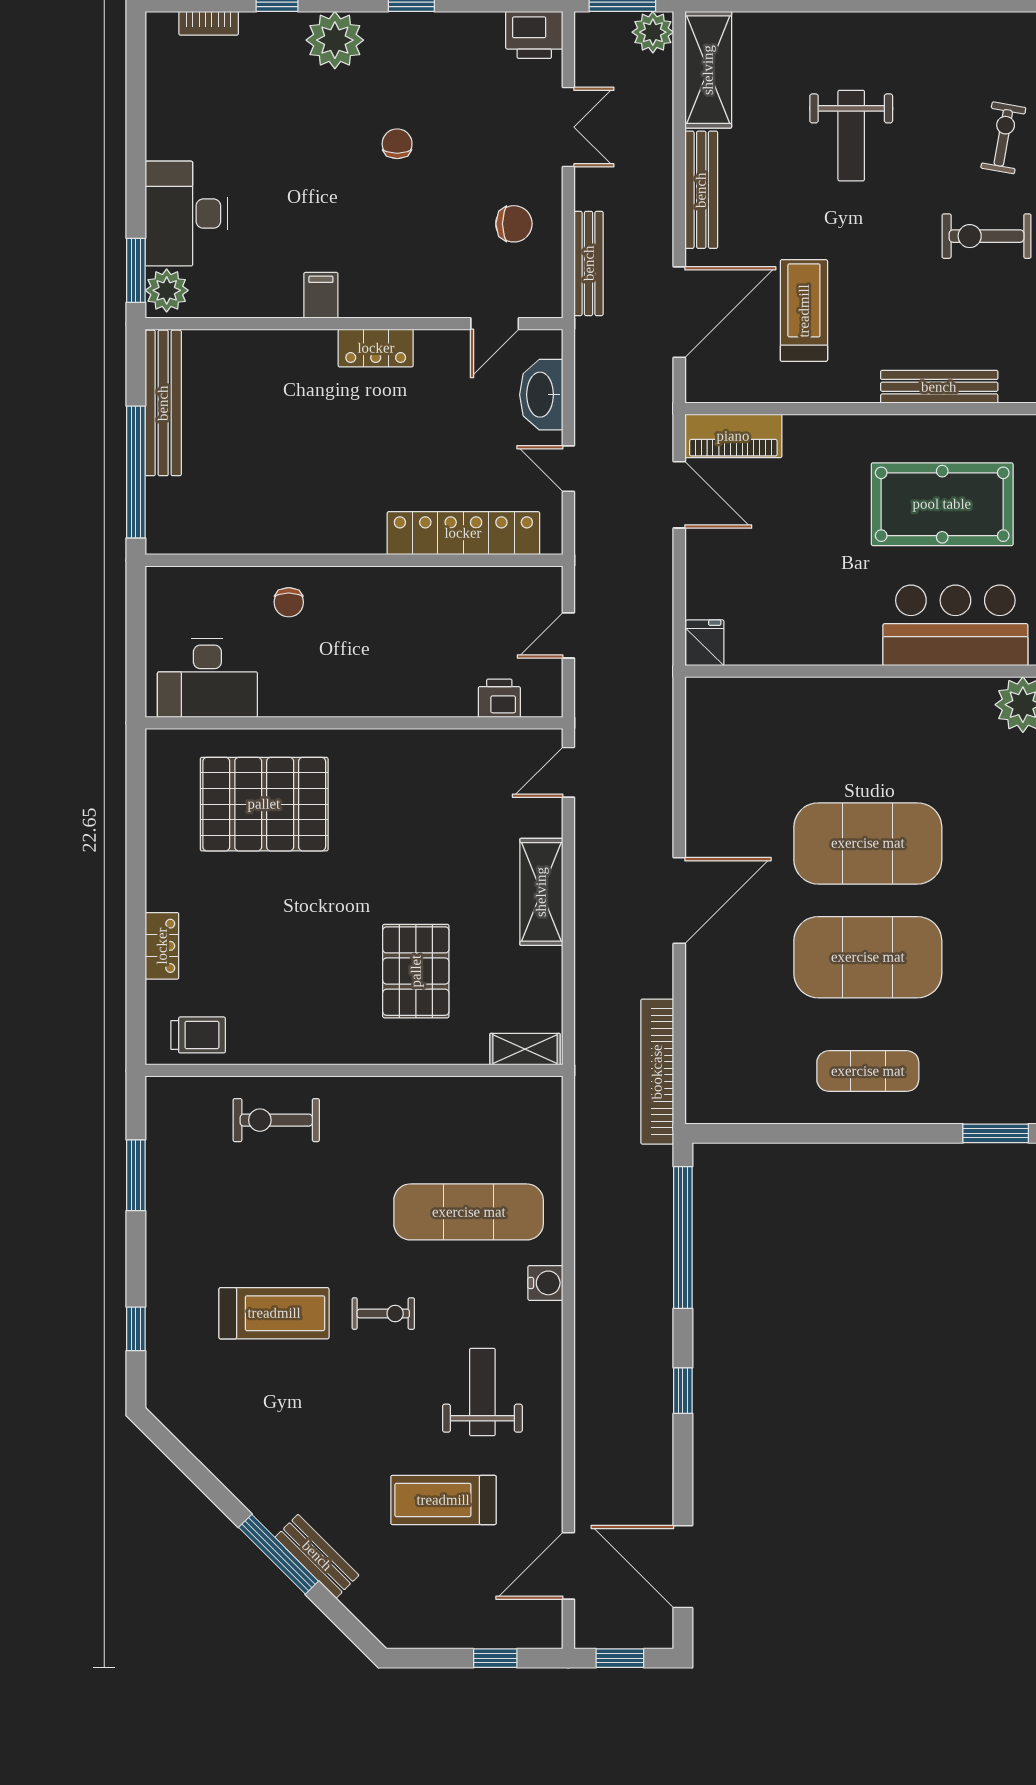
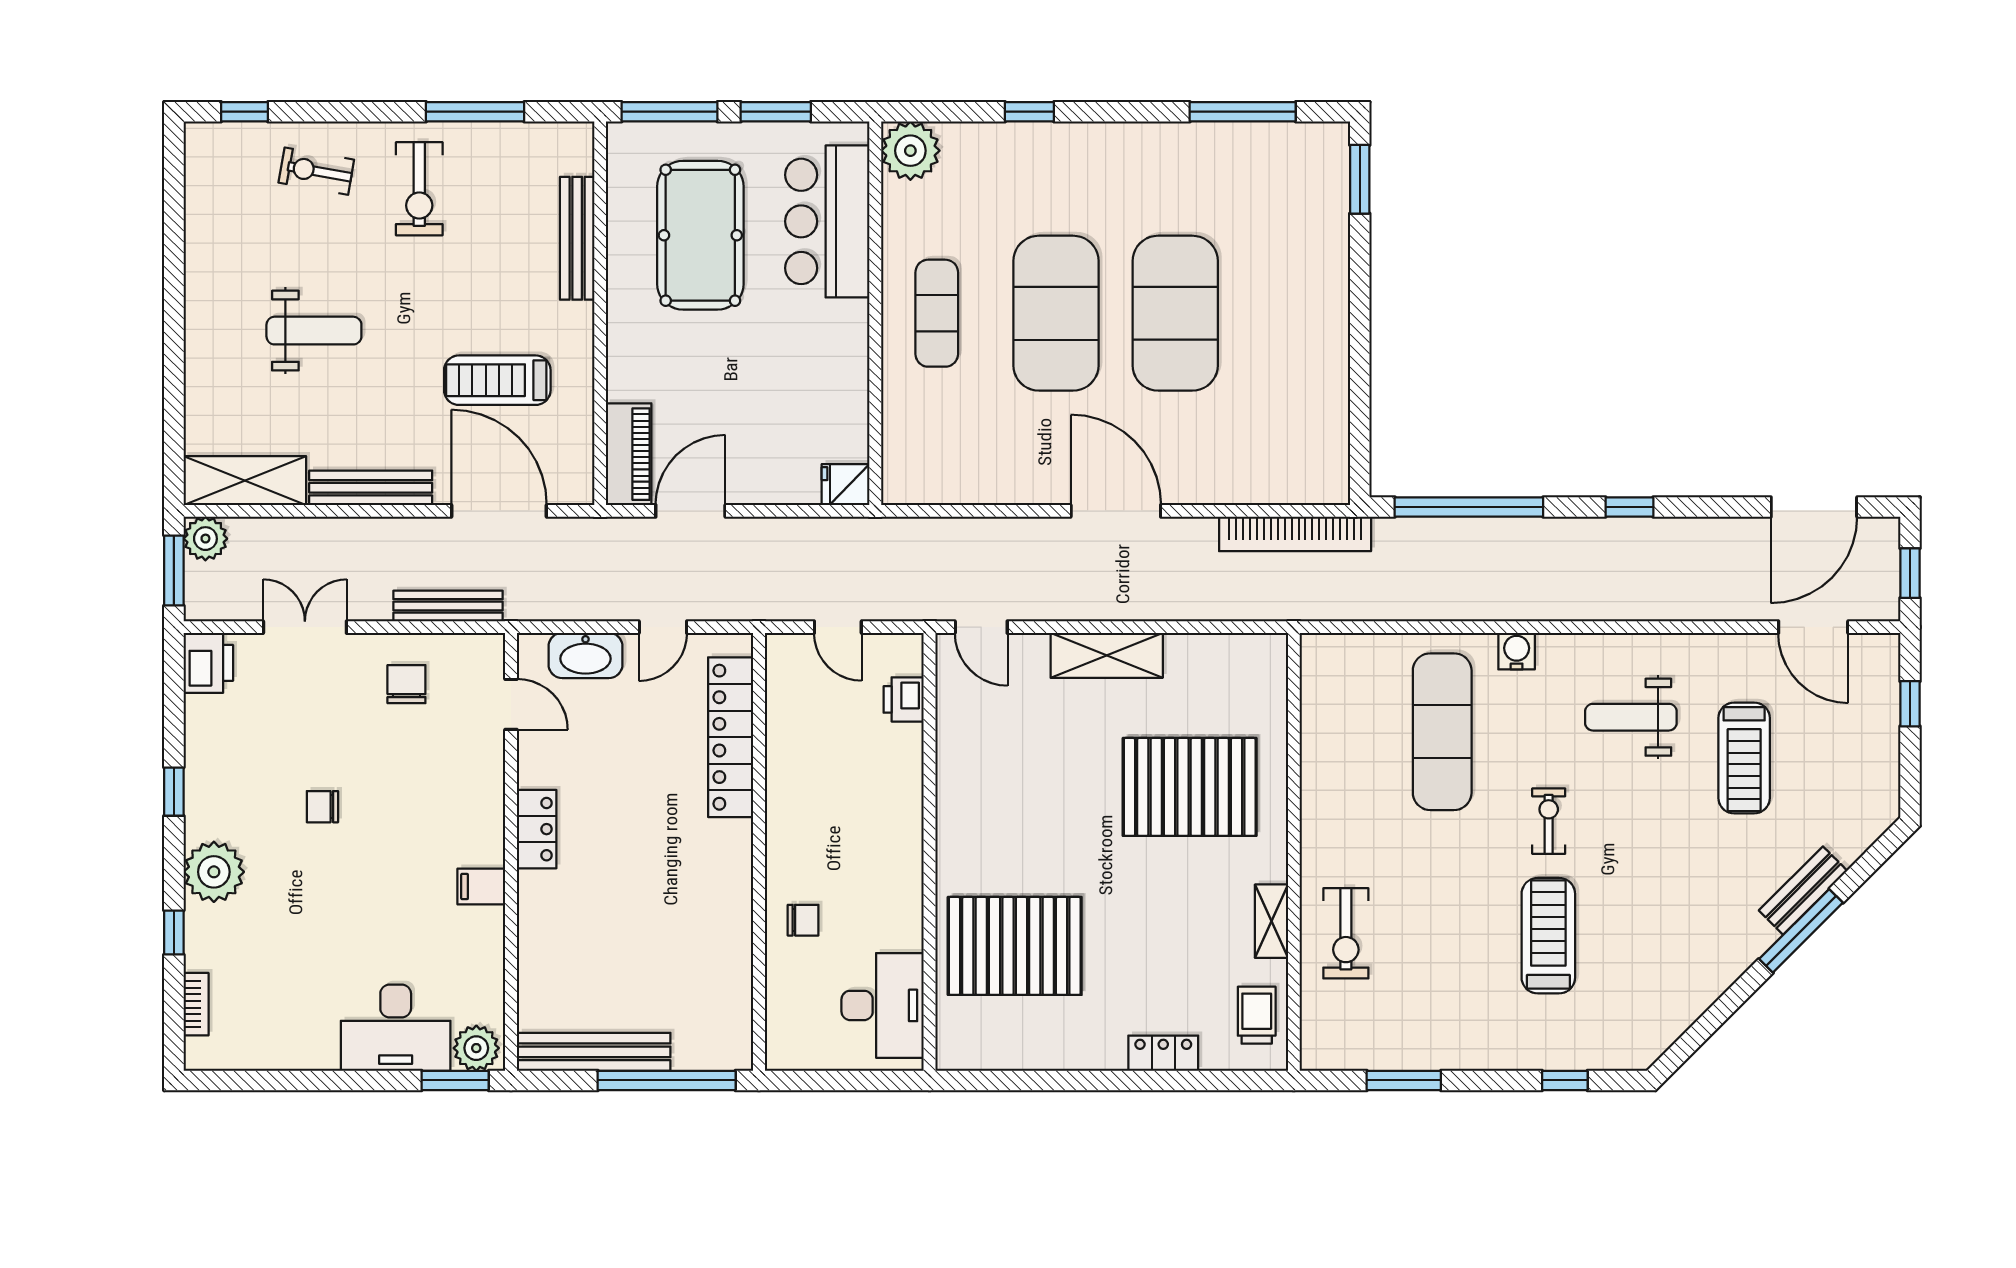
pallet: (264, 804) -> (1015, 946), turned 90
pallet: (416, 971) -> (1190, 787), width x1.37, depth x1.41
shelving: (525, 1049) -> (1271, 921), moved
exercise mat: (868, 1071) -> (937, 313), moved

